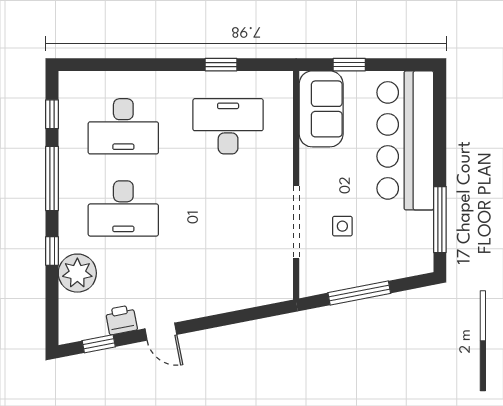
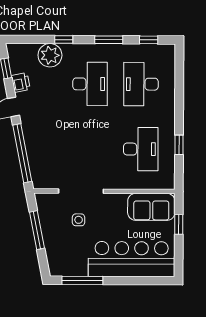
window: (52, 178) -> (109, 40), width x0.69
desk: (123, 208) -> (90, 84), turned 180
window: (235, 317) -> (22, 153), added

